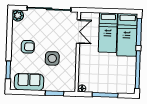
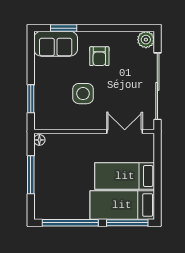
double door: (78, 32) -> (125, 132), swing flipped
sofa: (29, 82) -> (56, 44), moved, turned 90

